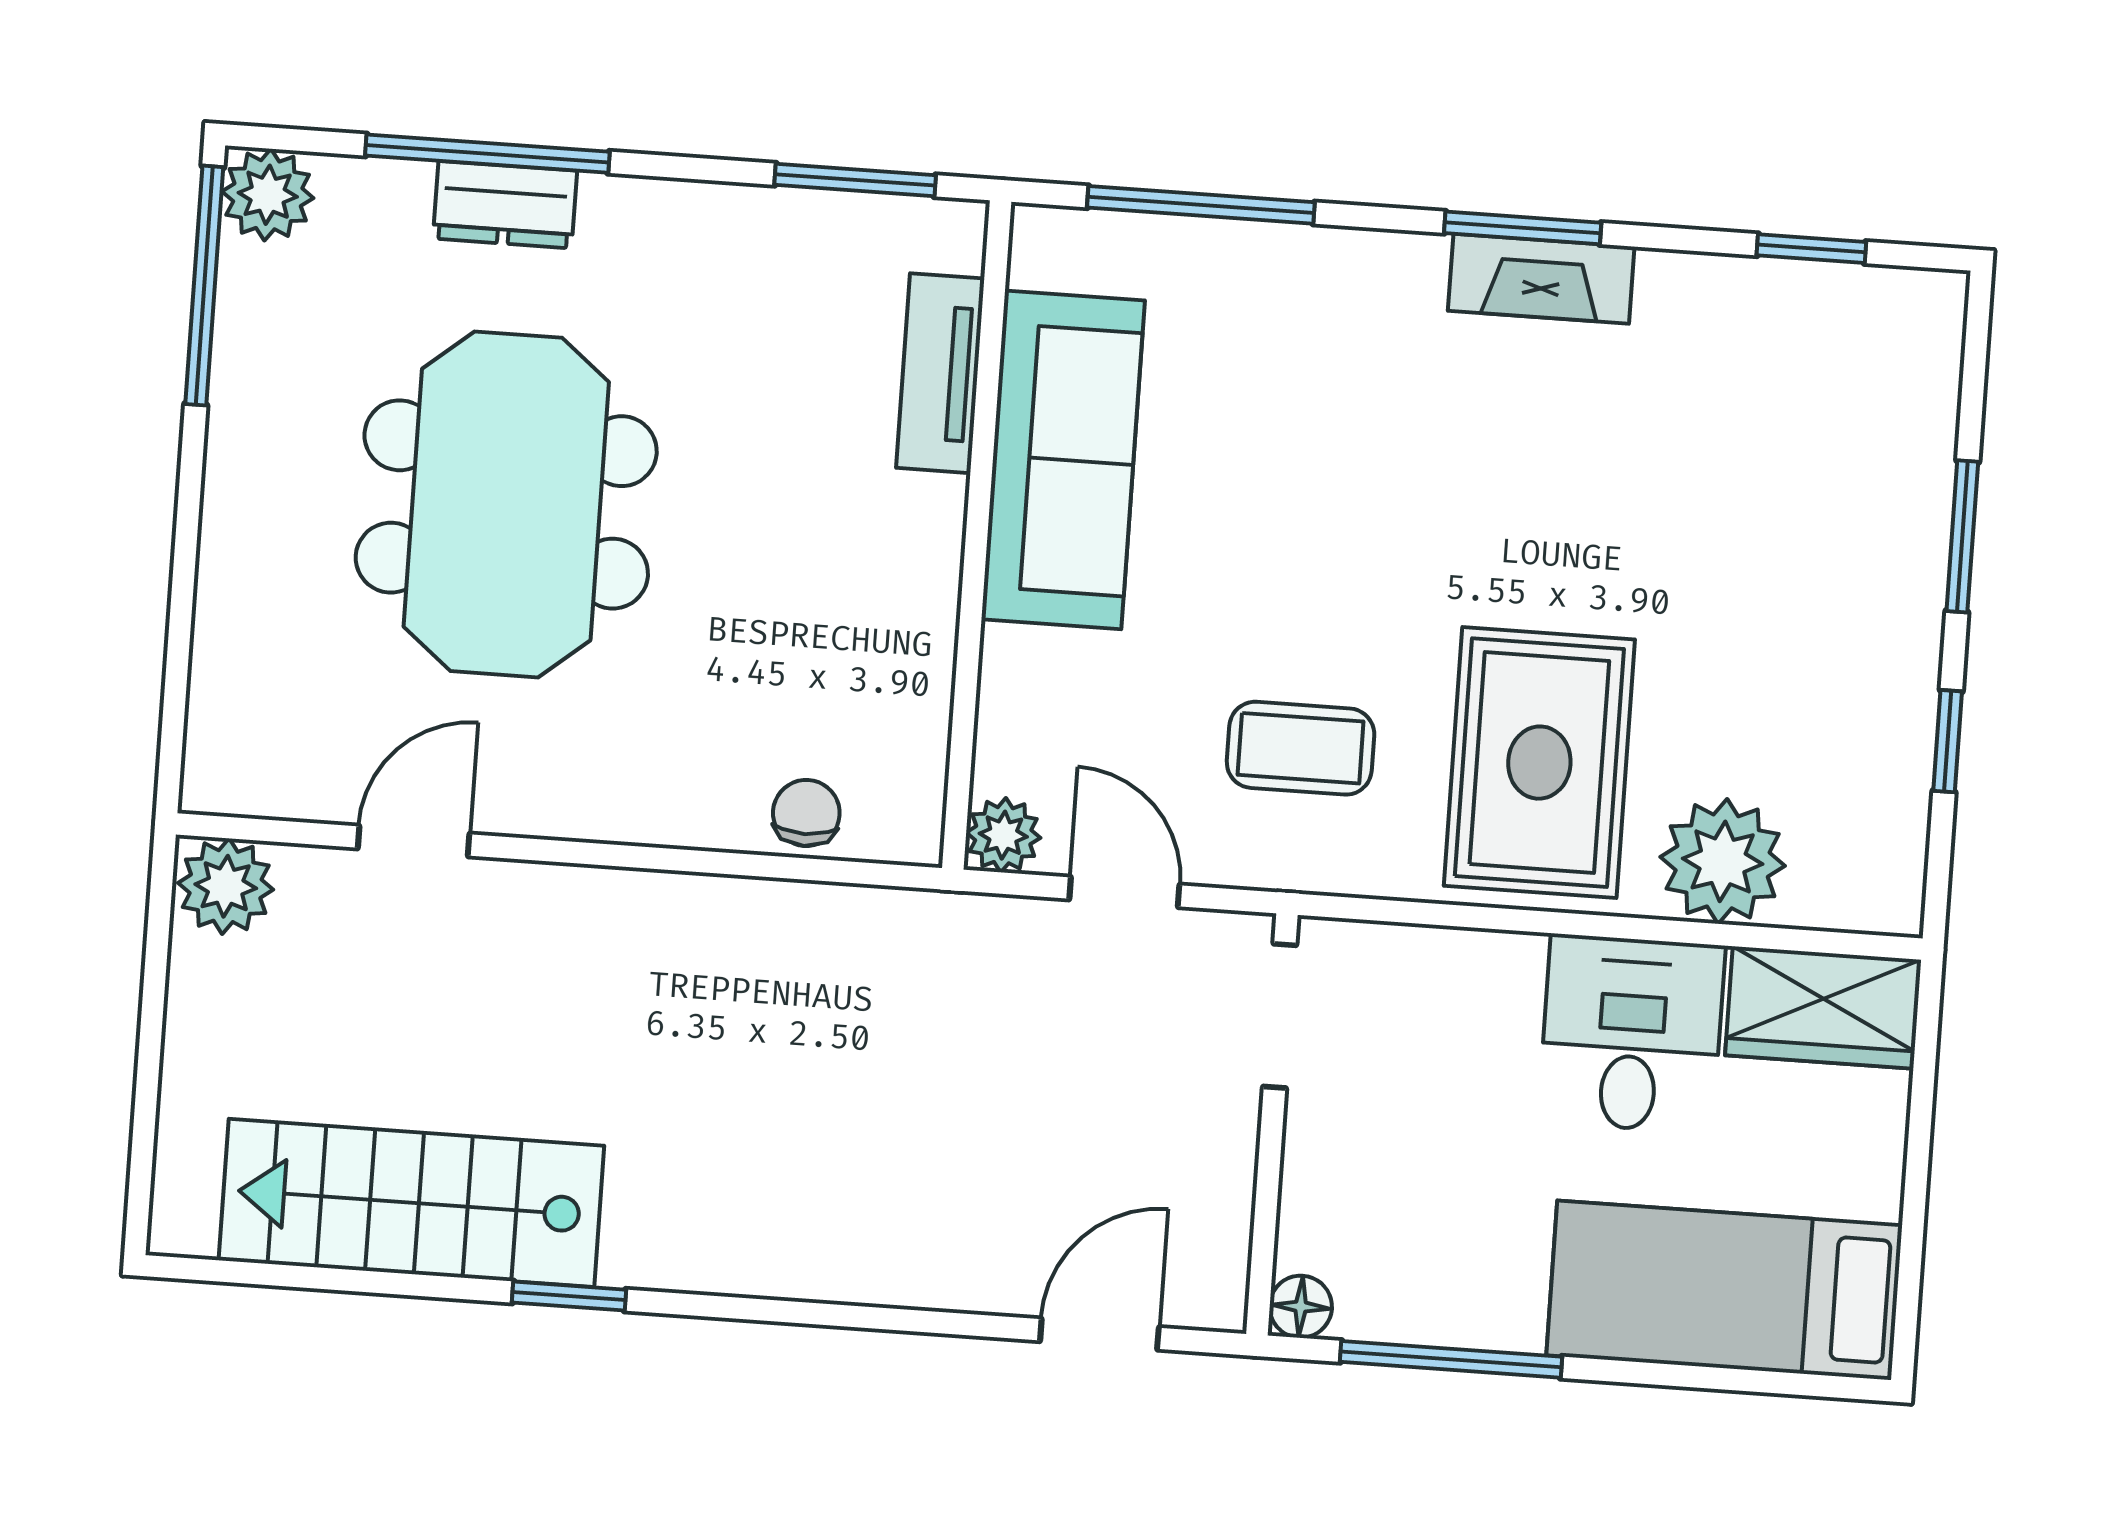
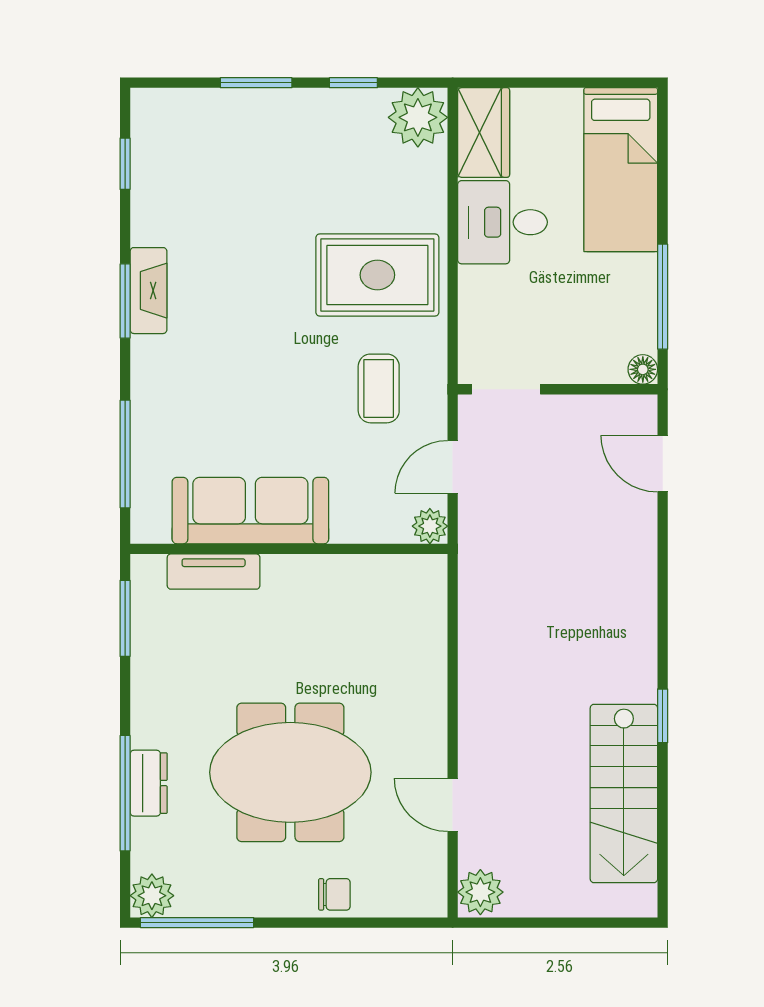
chair: (806, 813) -> (334, 894), moved, turned 180
plant: (1723, 861) -> (418, 117), moved

